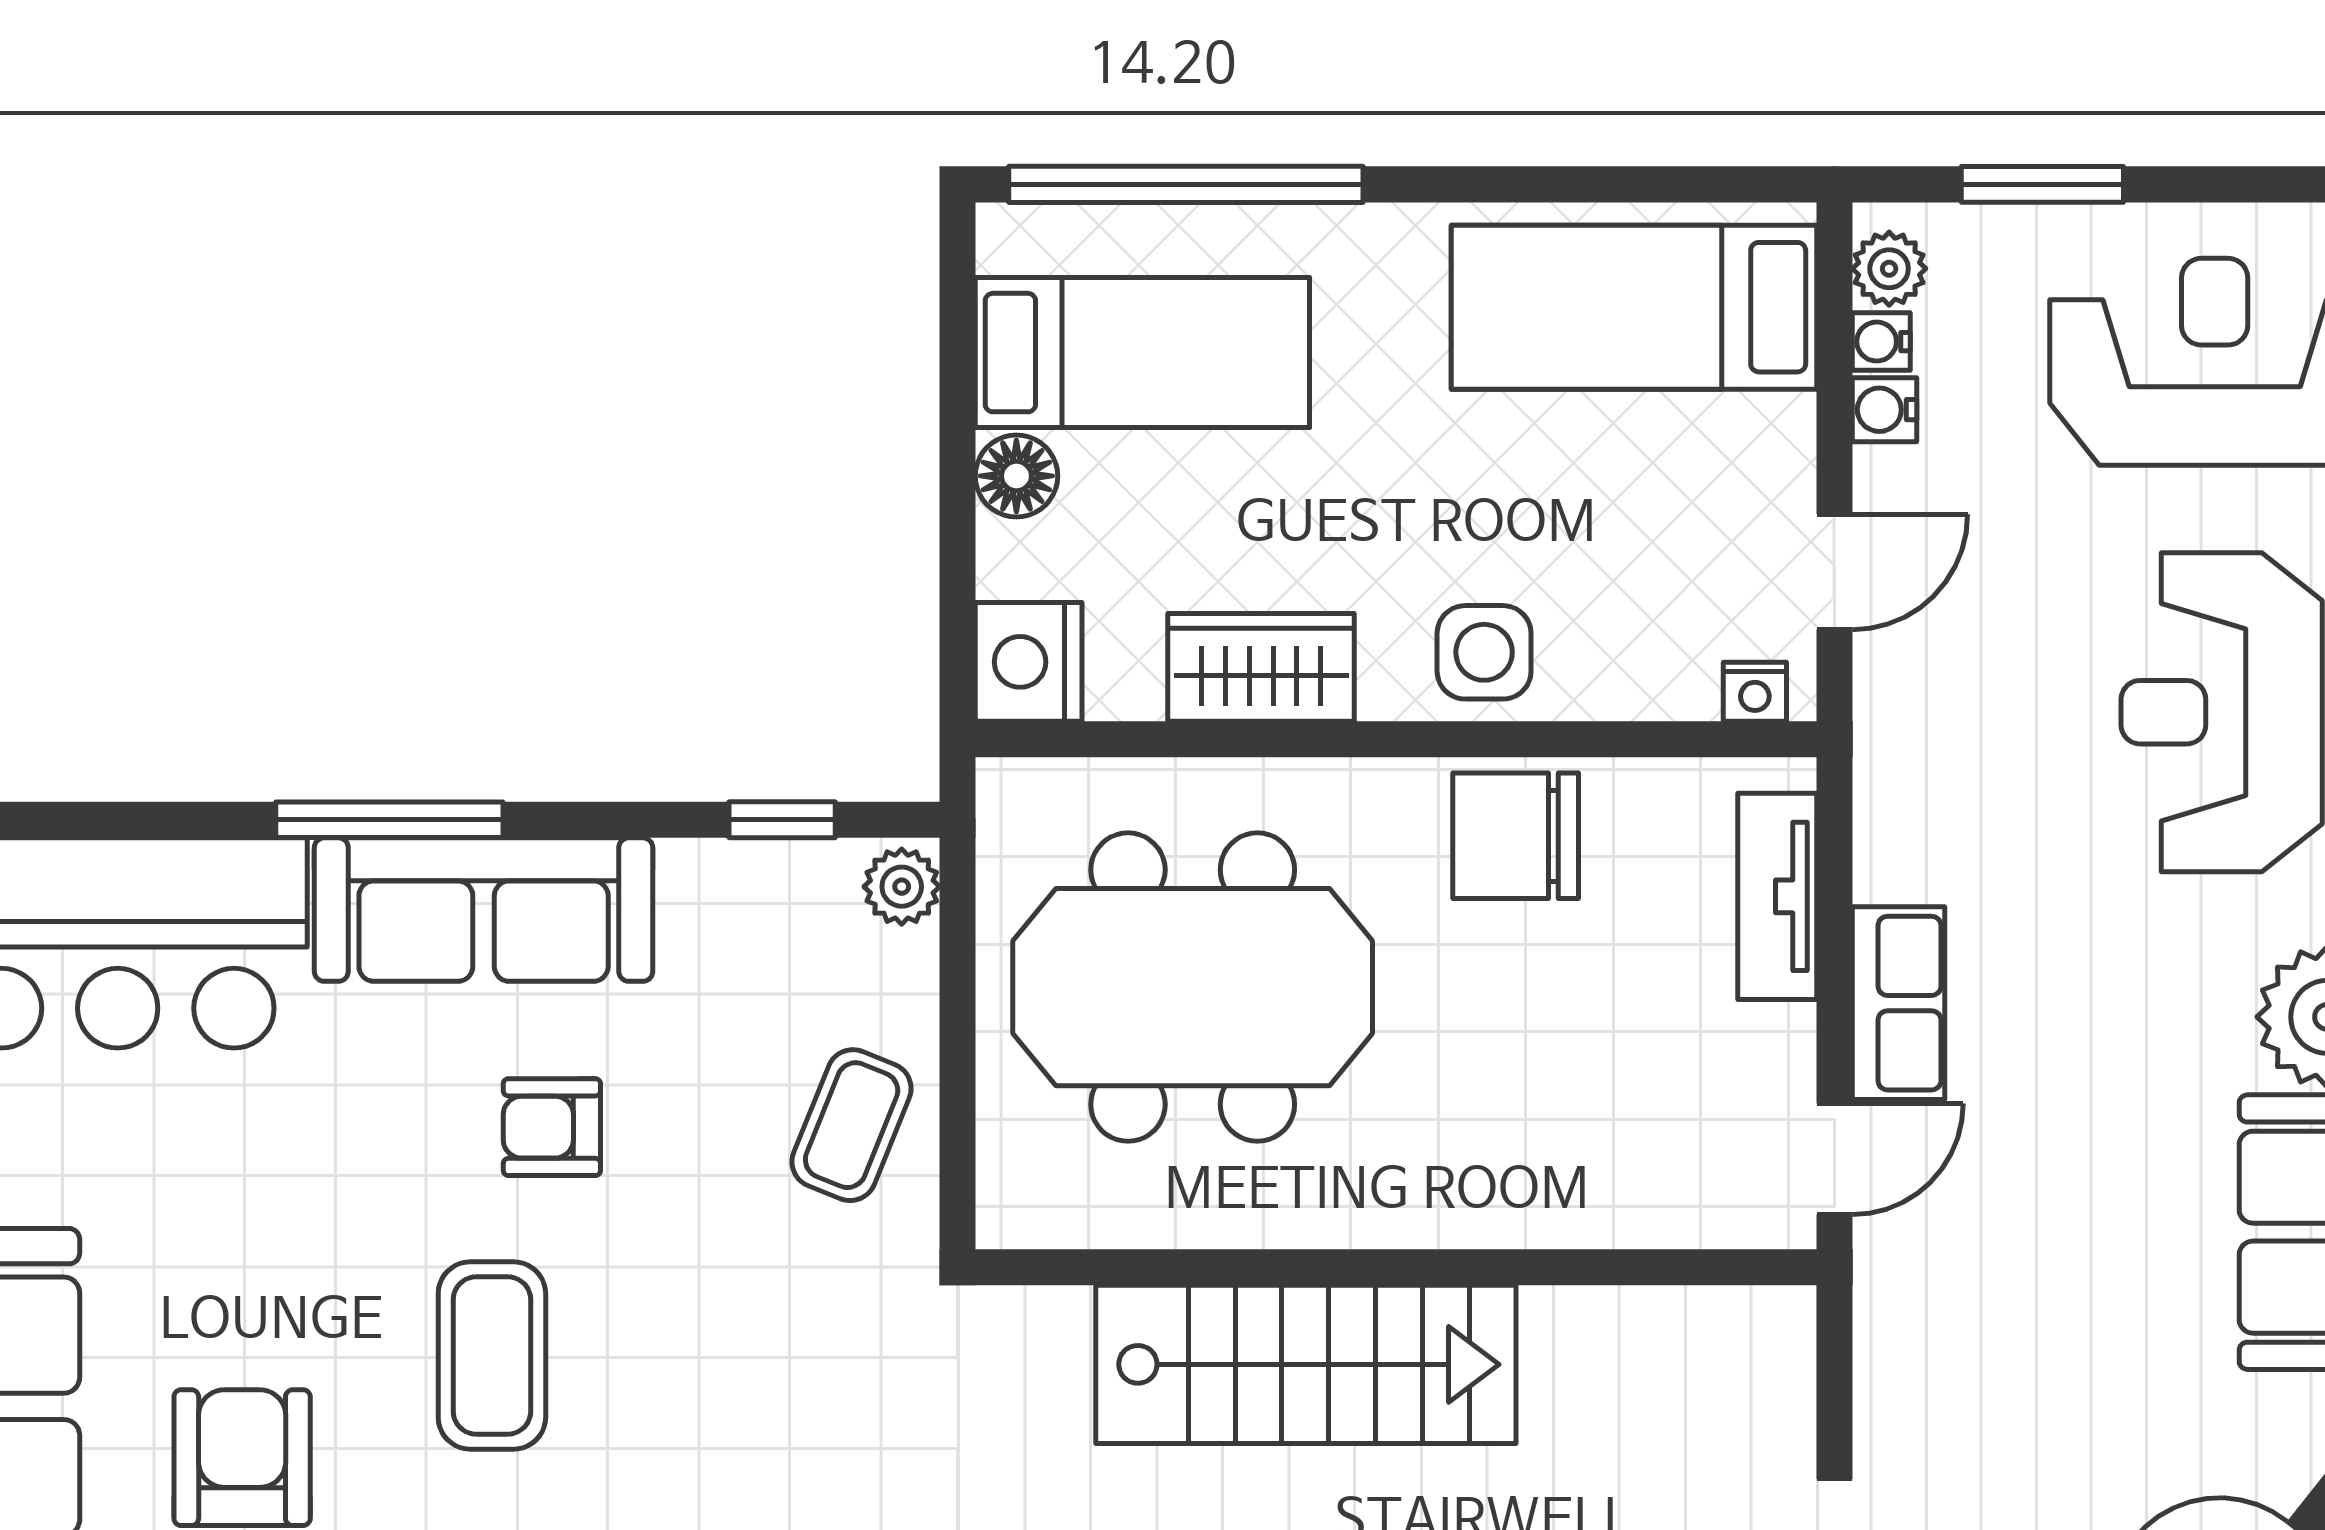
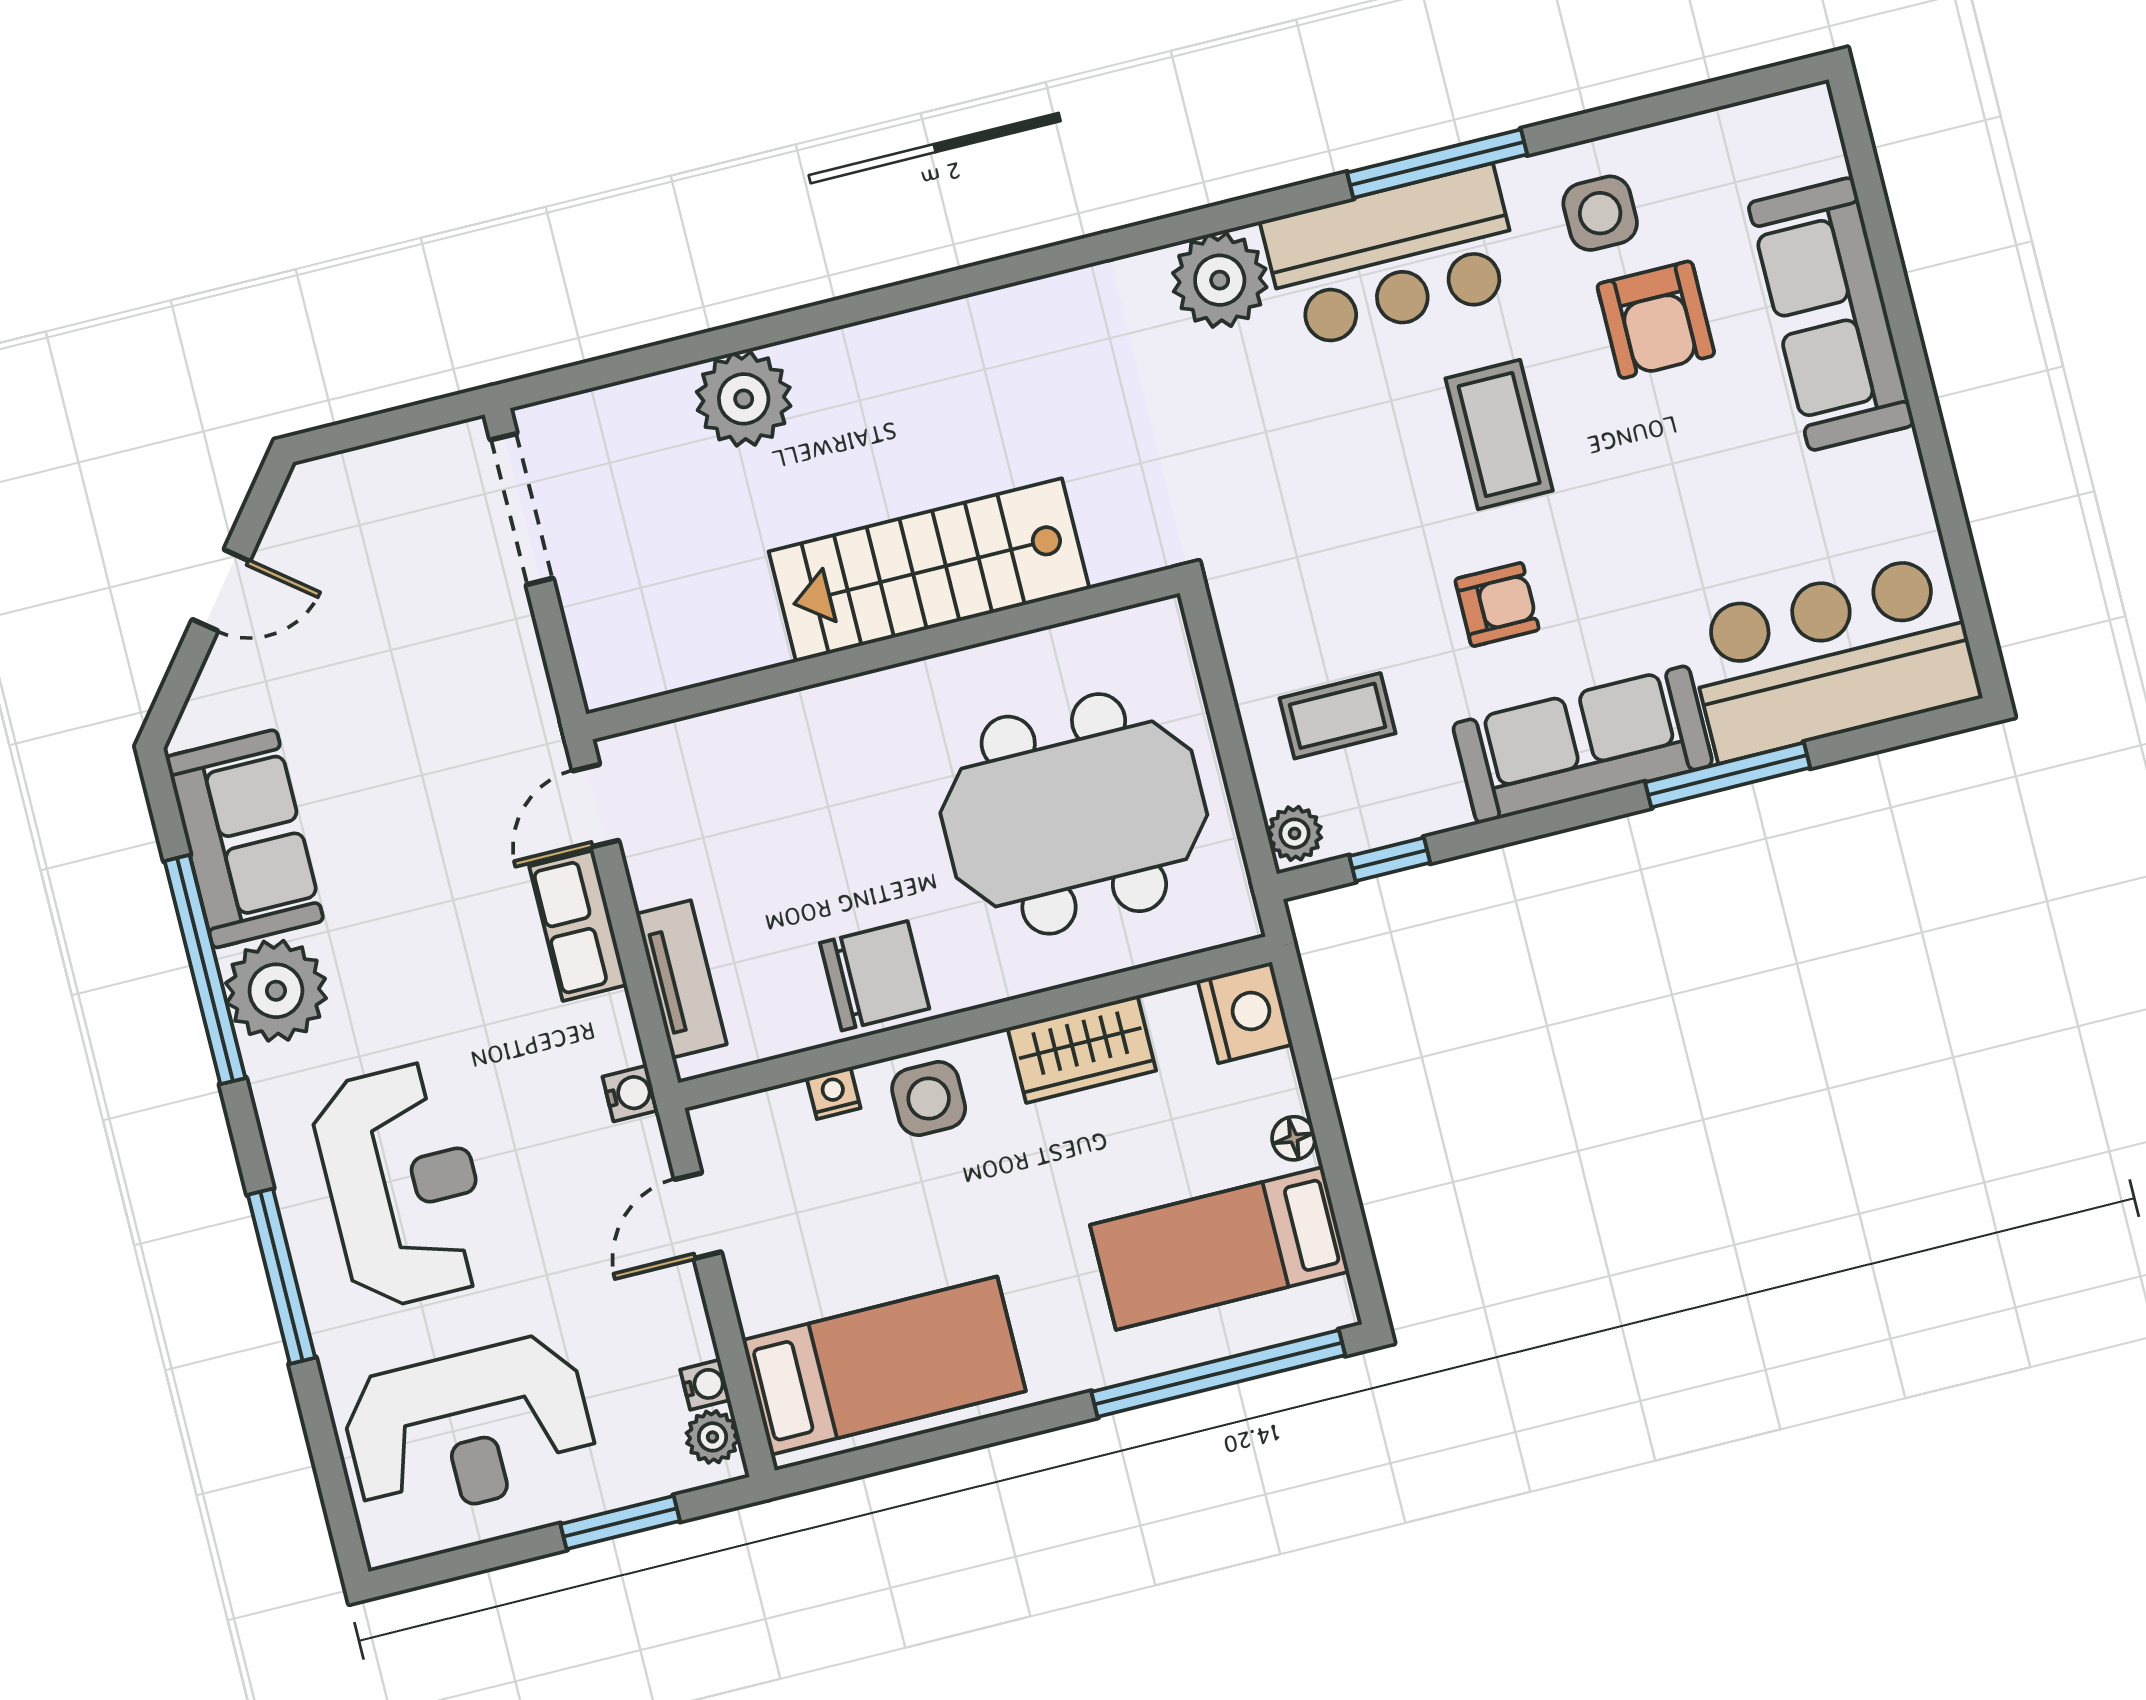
water cooler: (1884, 410) -> (630, 1093), moved
floor lamp: (1016, 476) -> (1294, 1138), width x0.73, depth x0.73
nightstand: (1755, 692) -> (834, 1093), moved
window: (389, 820) -> (1728, 775), moved
coffee table: (852, 1125) -> (1338, 716), moved, turned 68

